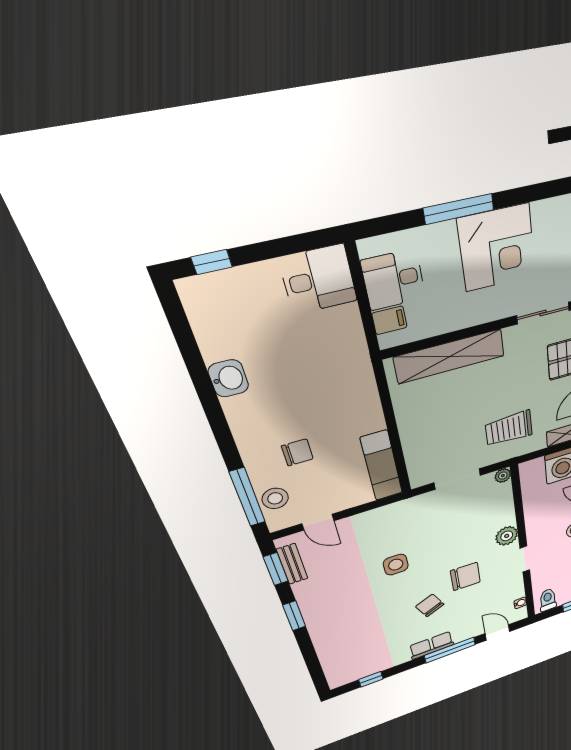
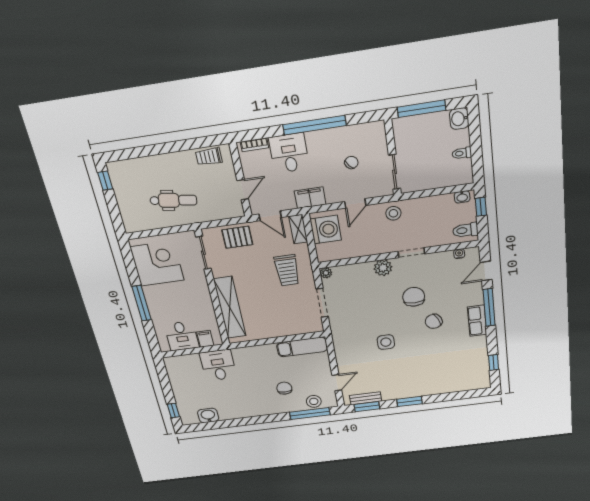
corner desk: (497, 248) -> (157, 264), moved
desk: (318, 279) -> (218, 365), moved
washbasin: (228, 378) -> (208, 415), moved

